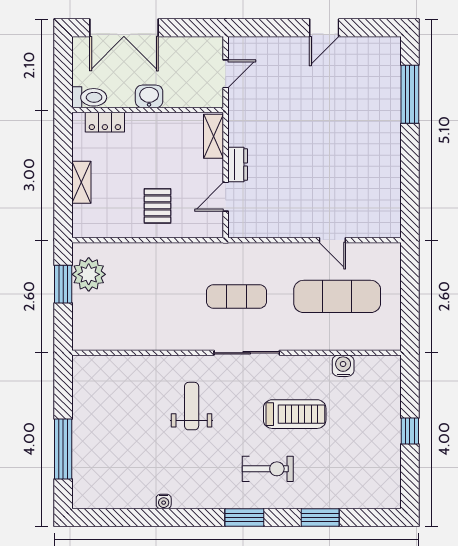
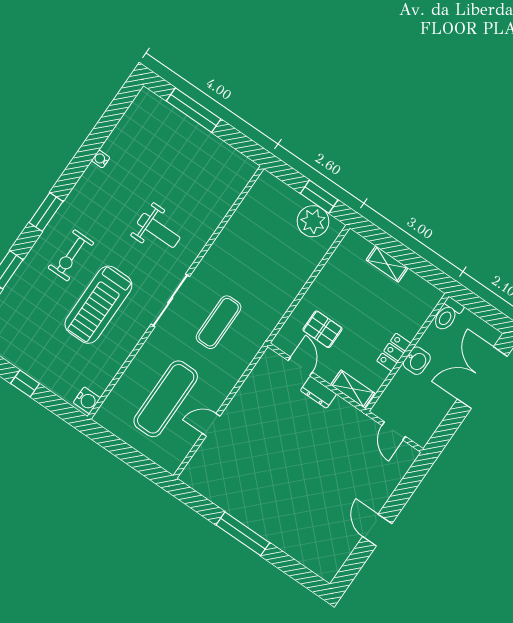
window: (410, 94) -> (243, 534), moved
locker: (105, 122) -> (394, 352), moved
pallet: (157, 206) -> (322, 329), moved
water cooler: (343, 366) -> (87, 400), moved
treadmill: (295, 414) -> (98, 305), width x1.37, depth x1.38

